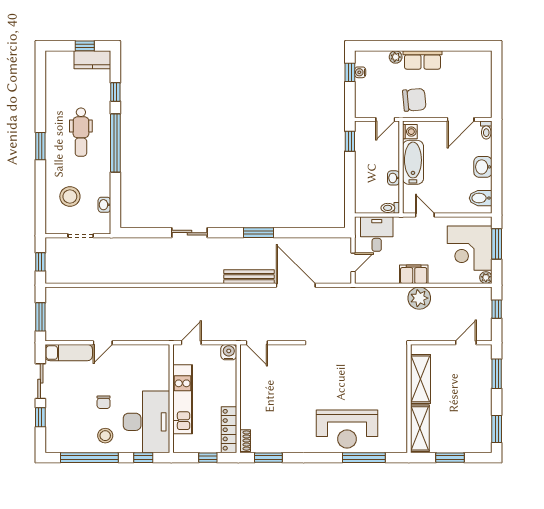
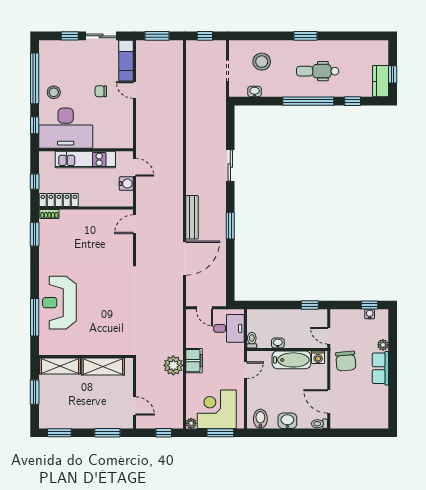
water cooler: (229, 352) -> (126, 184), moved
chair: (104, 402) -> (101, 91), moved

